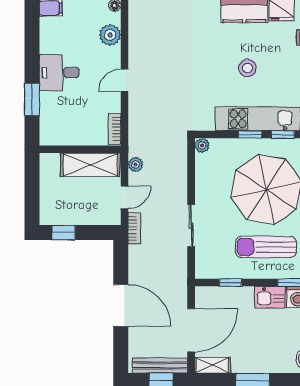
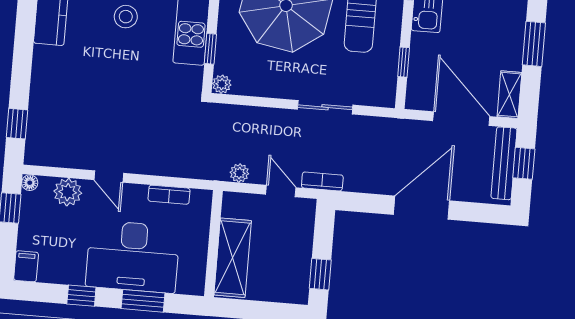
window: (32, 52) -> (81, 296), added
desk: (59, 73) -> (133, 257), width x1.87, depth x1.30
door: (124, 80) -> (109, 177), moved
bookcase: (115, 129) -> (169, 195), moved
window: (250, 134) -> (210, 49), moved
shelving: (90, 165) -> (233, 258), moved

